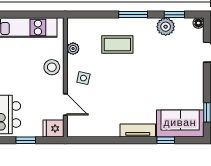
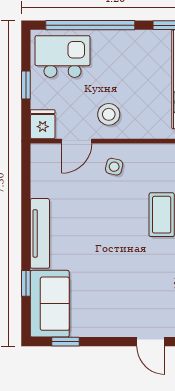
plant: (73, 49) -> (156, 152), removed
stool: (52, 67) -> (109, 114), moved
tv unit: (138, 130) -> (40, 233), width x1.41

